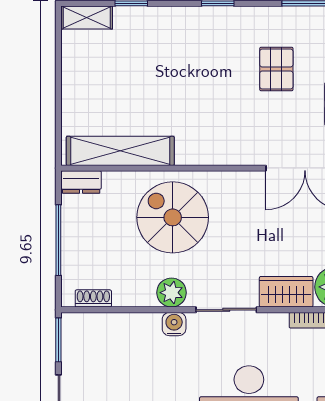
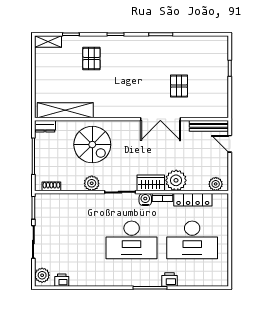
pallet: (276, 69) -> (91, 58), moved
spiral stairs: (173, 217) -> (92, 145), turned 180
water cooler: (174, 324) -> (145, 199), moved

